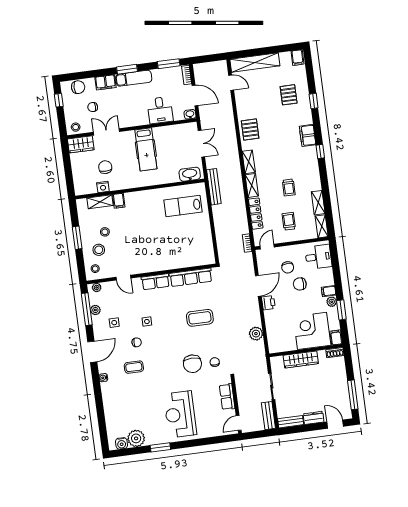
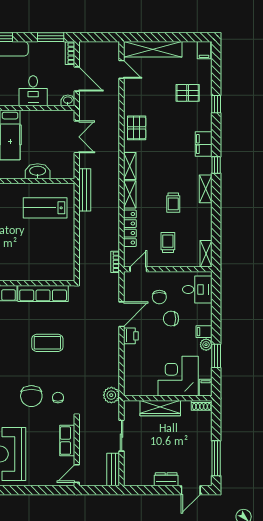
pallet: (289, 95) -> (188, 93), turned 90
washbasin: (190, 174) -> (38, 171), moved
shelving: (318, 203) -> (206, 189), moved
plant: (256, 334) -> (111, 395), moved
bench: (291, 422) -> (138, 480), removed
door: (335, 424) -> (191, 490), swing flipped

